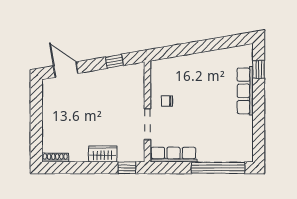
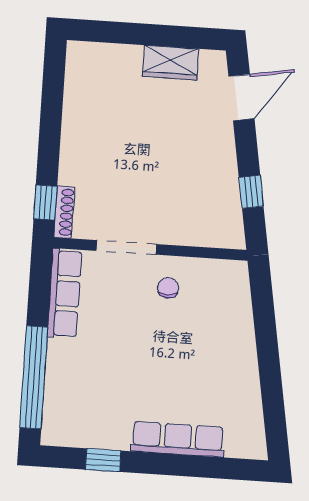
window: (259, 69) -> (103, 460), moved
wardrobe: (103, 154) -> (171, 63), moved, turned 90
shoe rack: (55, 158) -> (64, 212), moved

